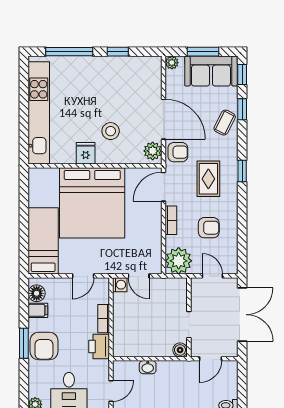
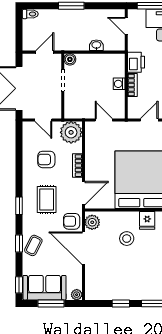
window: (242, 109) -> (19, 244), moved
washing machine: (120, 285) -> (119, 84), moved
door: (111, 391) -> (126, 26), hinge flipped

